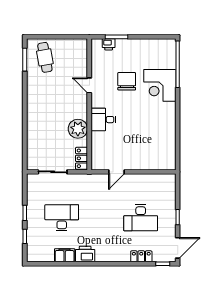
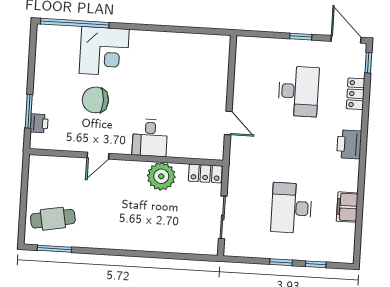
printer: (85, 254) -> (349, 144), moved

